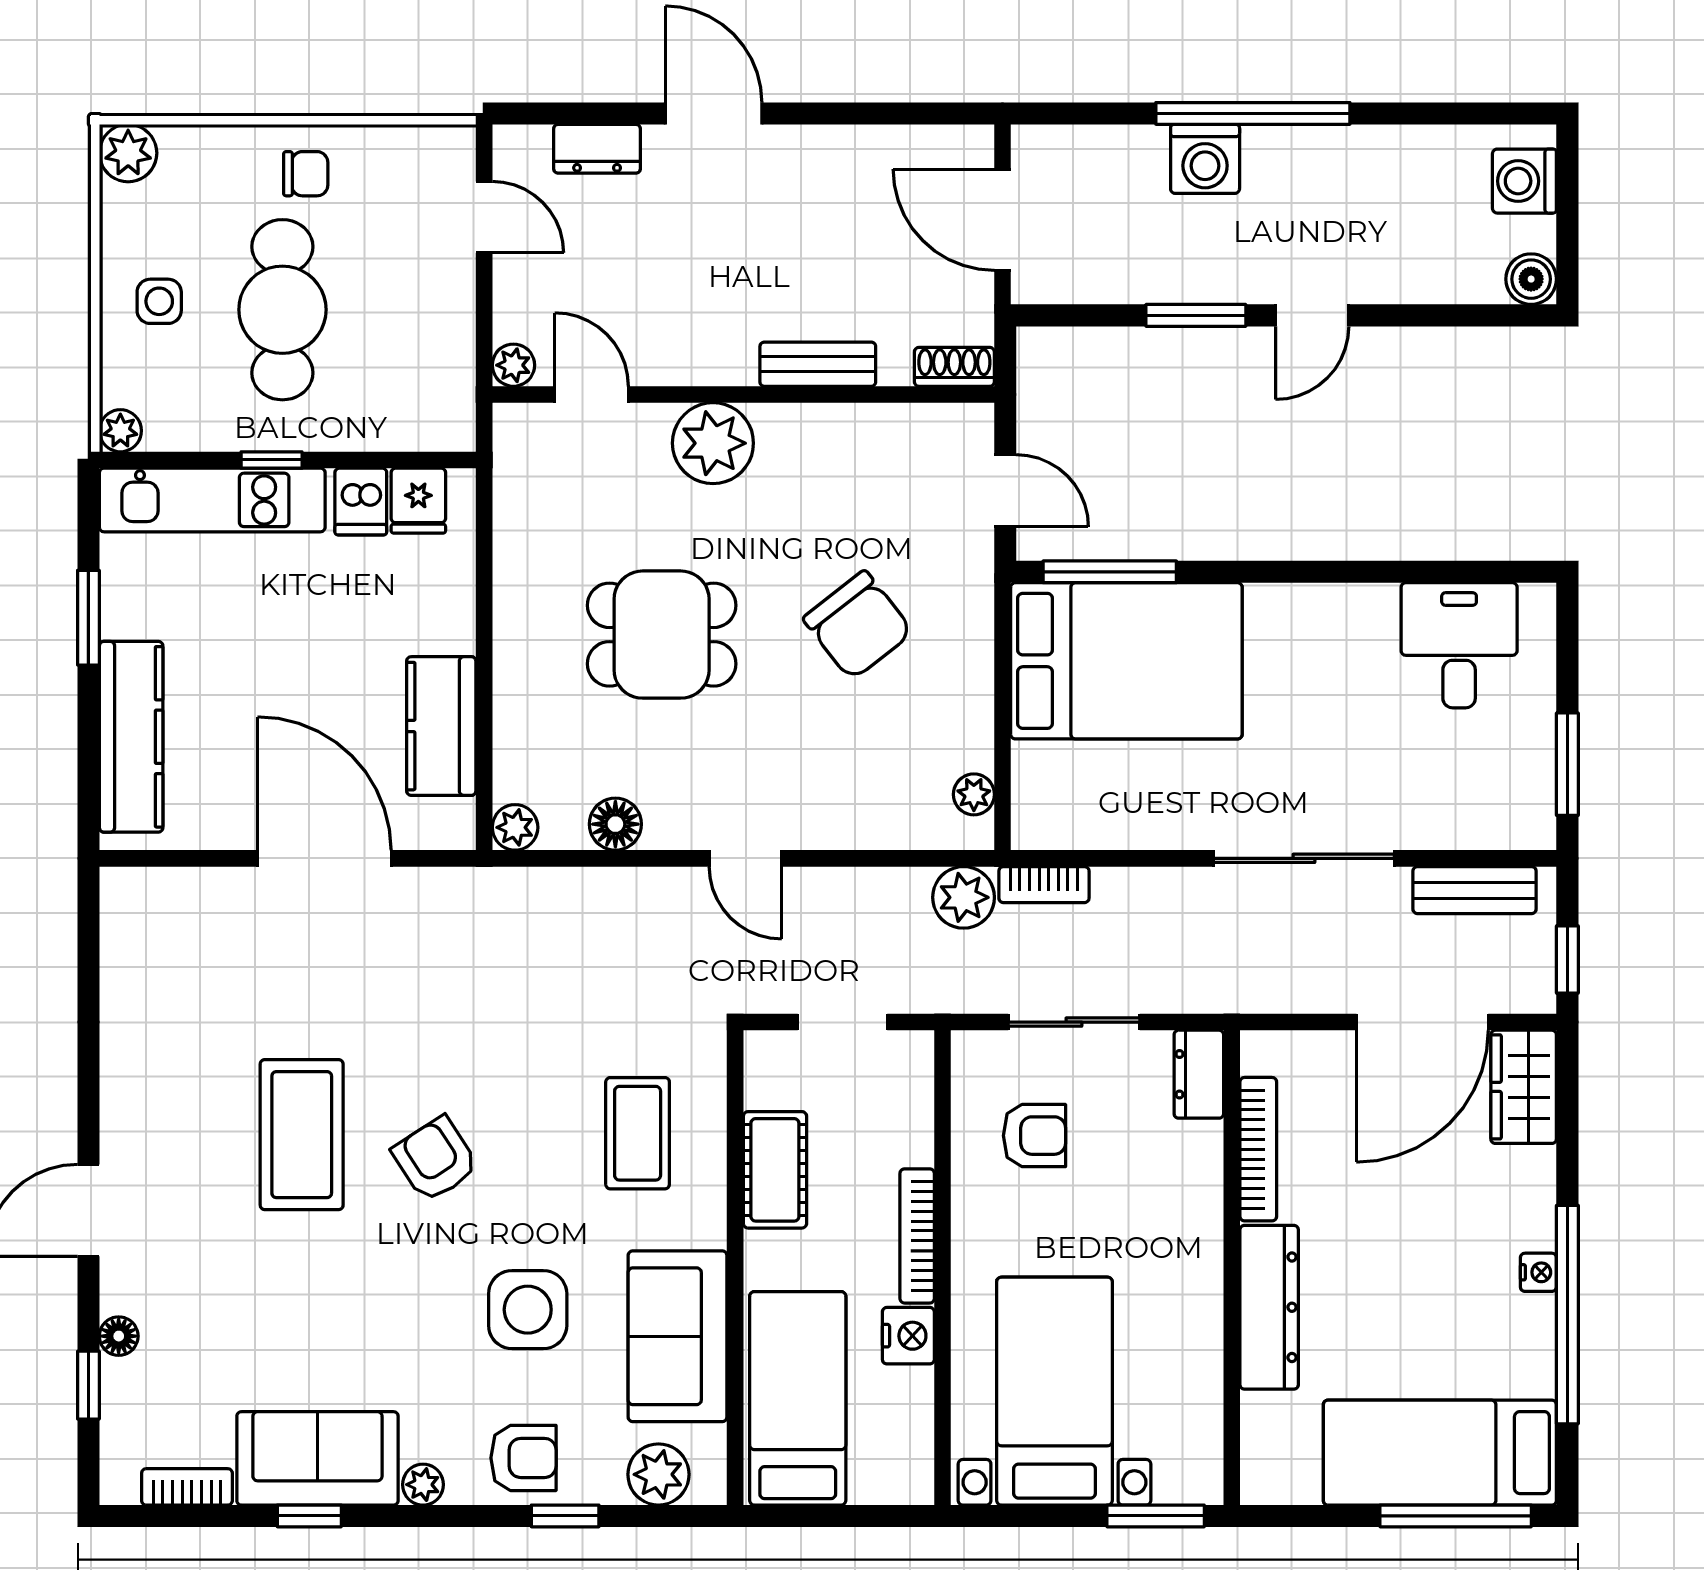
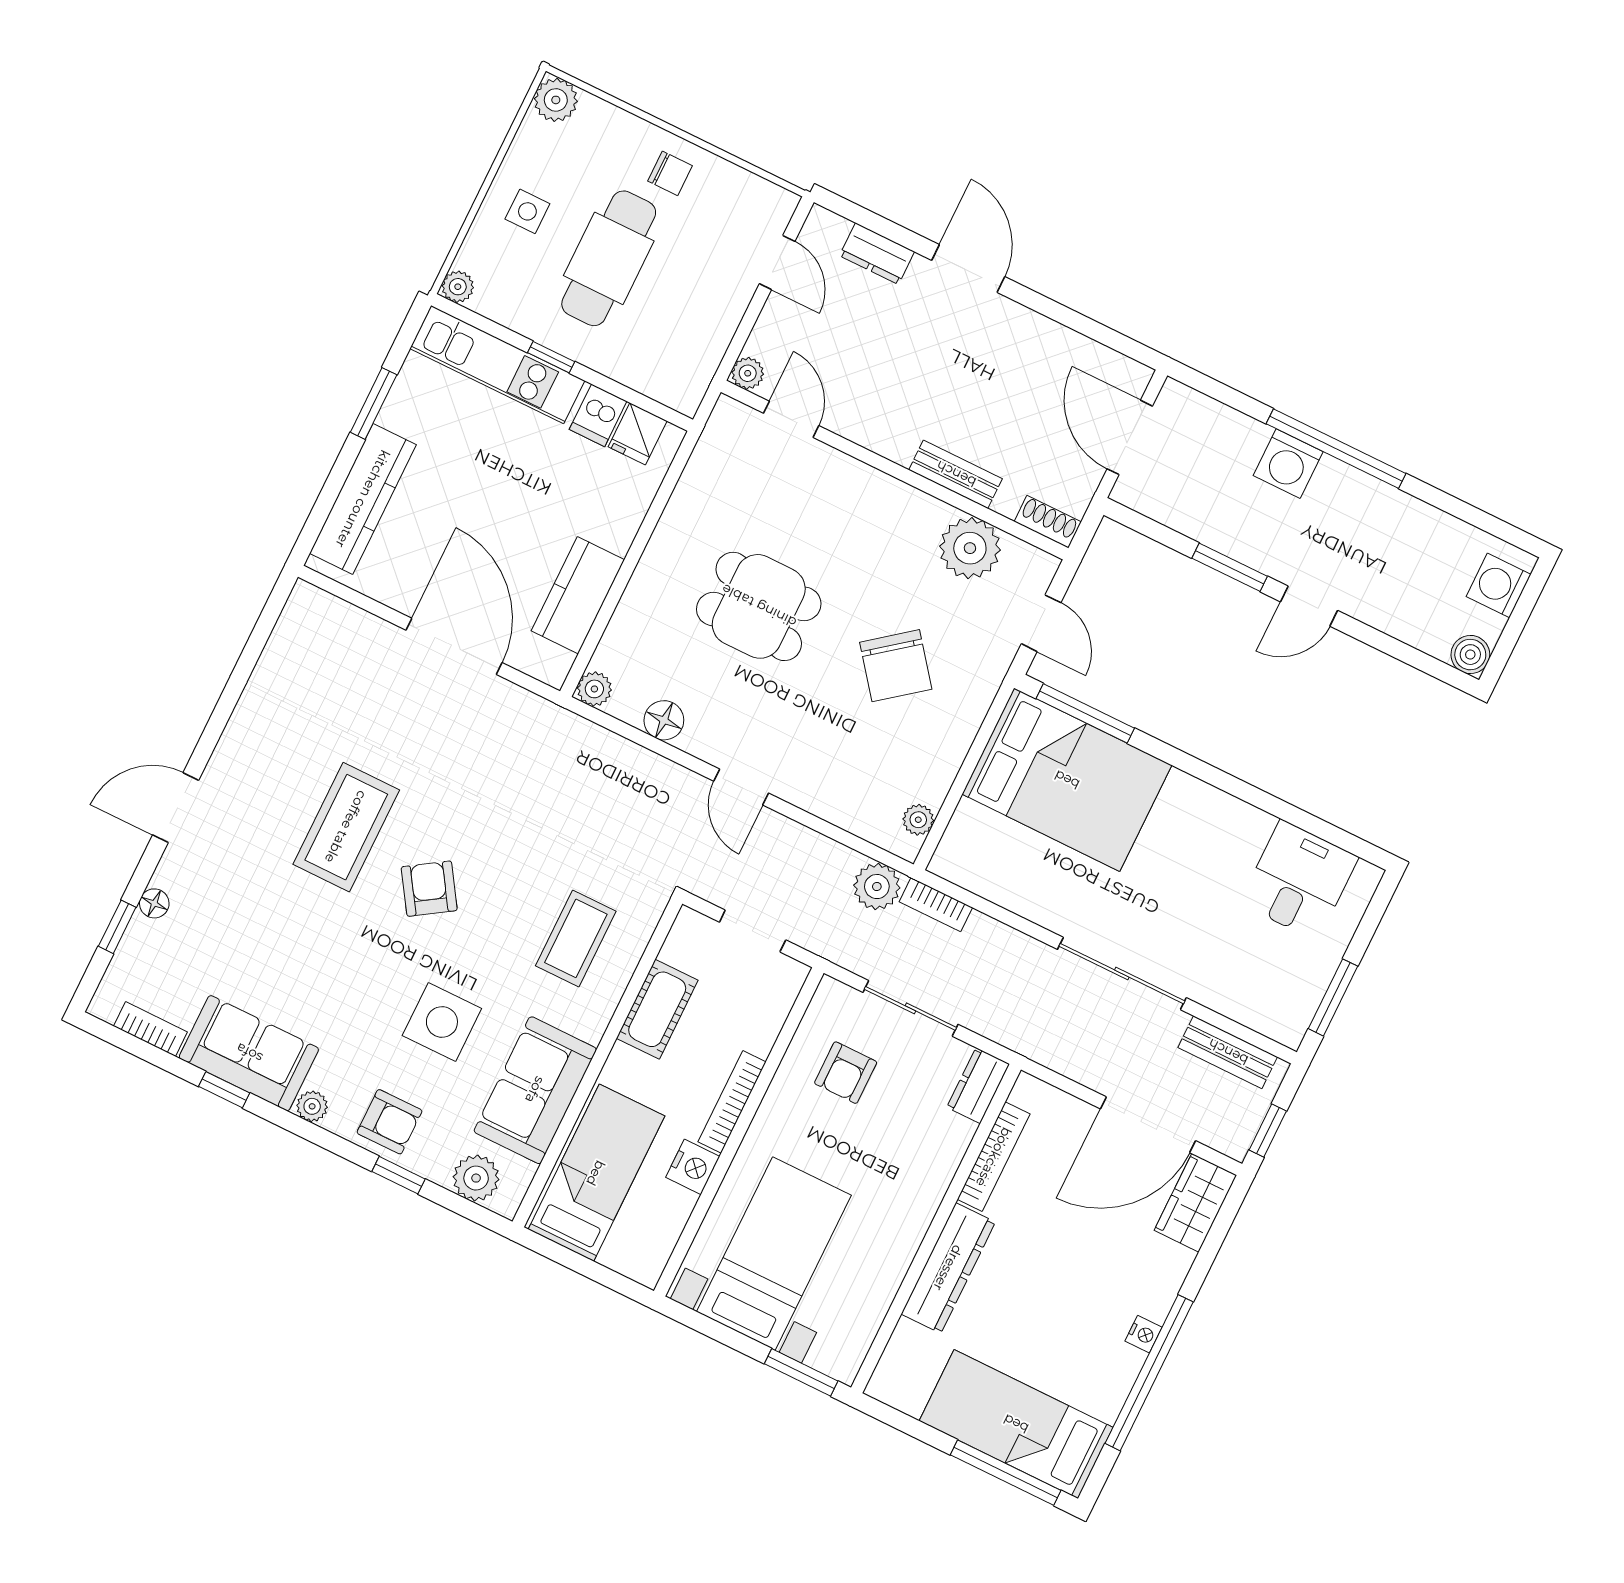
plant: (713, 443) -> (970, 548), moved
armchair: (1034, 1136) -> (846, 1073), turned 90

